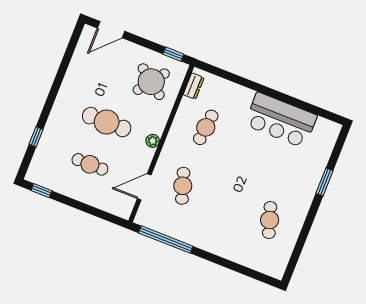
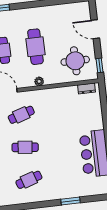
door: (111, 30) -> (95, 29), moved
round table: (151, 82) -> (75, 61), turned -37
cafe table: (206, 127) -> (25, 147), moved

